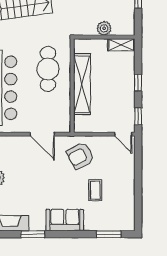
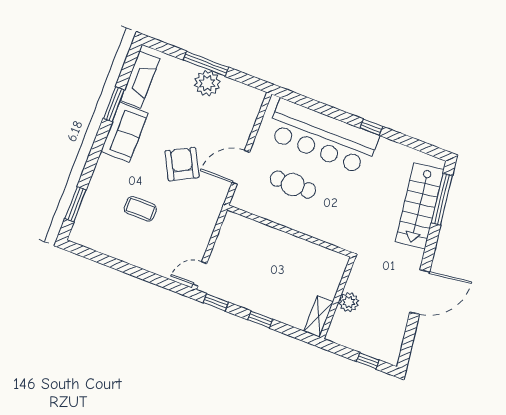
cafe table: (48, 69) -> (293, 185), moved, width x0.73, depth x0.74
shelving: (82, 84) -> (287, 245), removed
armchair: (80, 156) -> (182, 164), moved
sofa: (65, 220) -> (124, 132), moved

